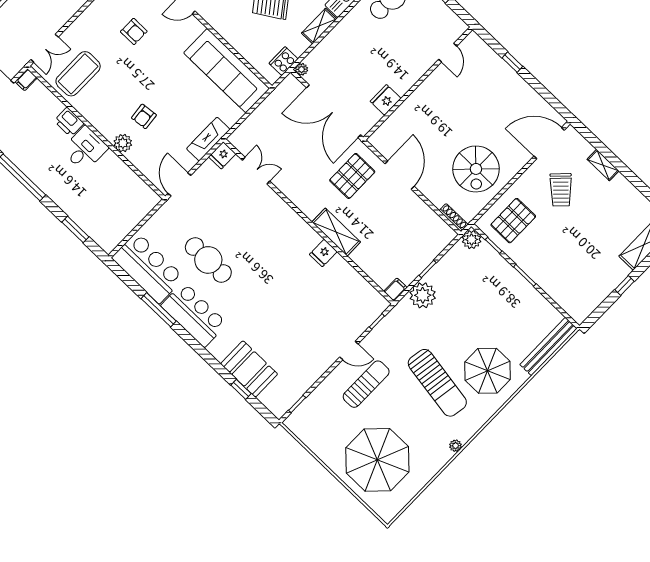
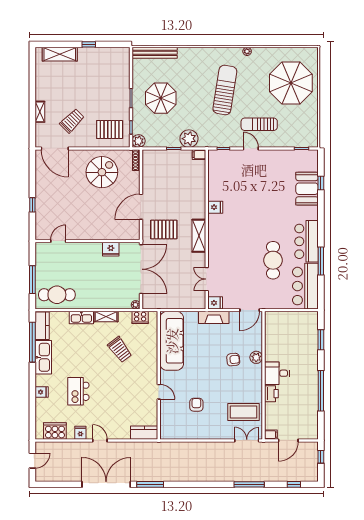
shelving: (336, 232) -> (199, 236), moved
parasol: (487, 371) -> (161, 98), moved

